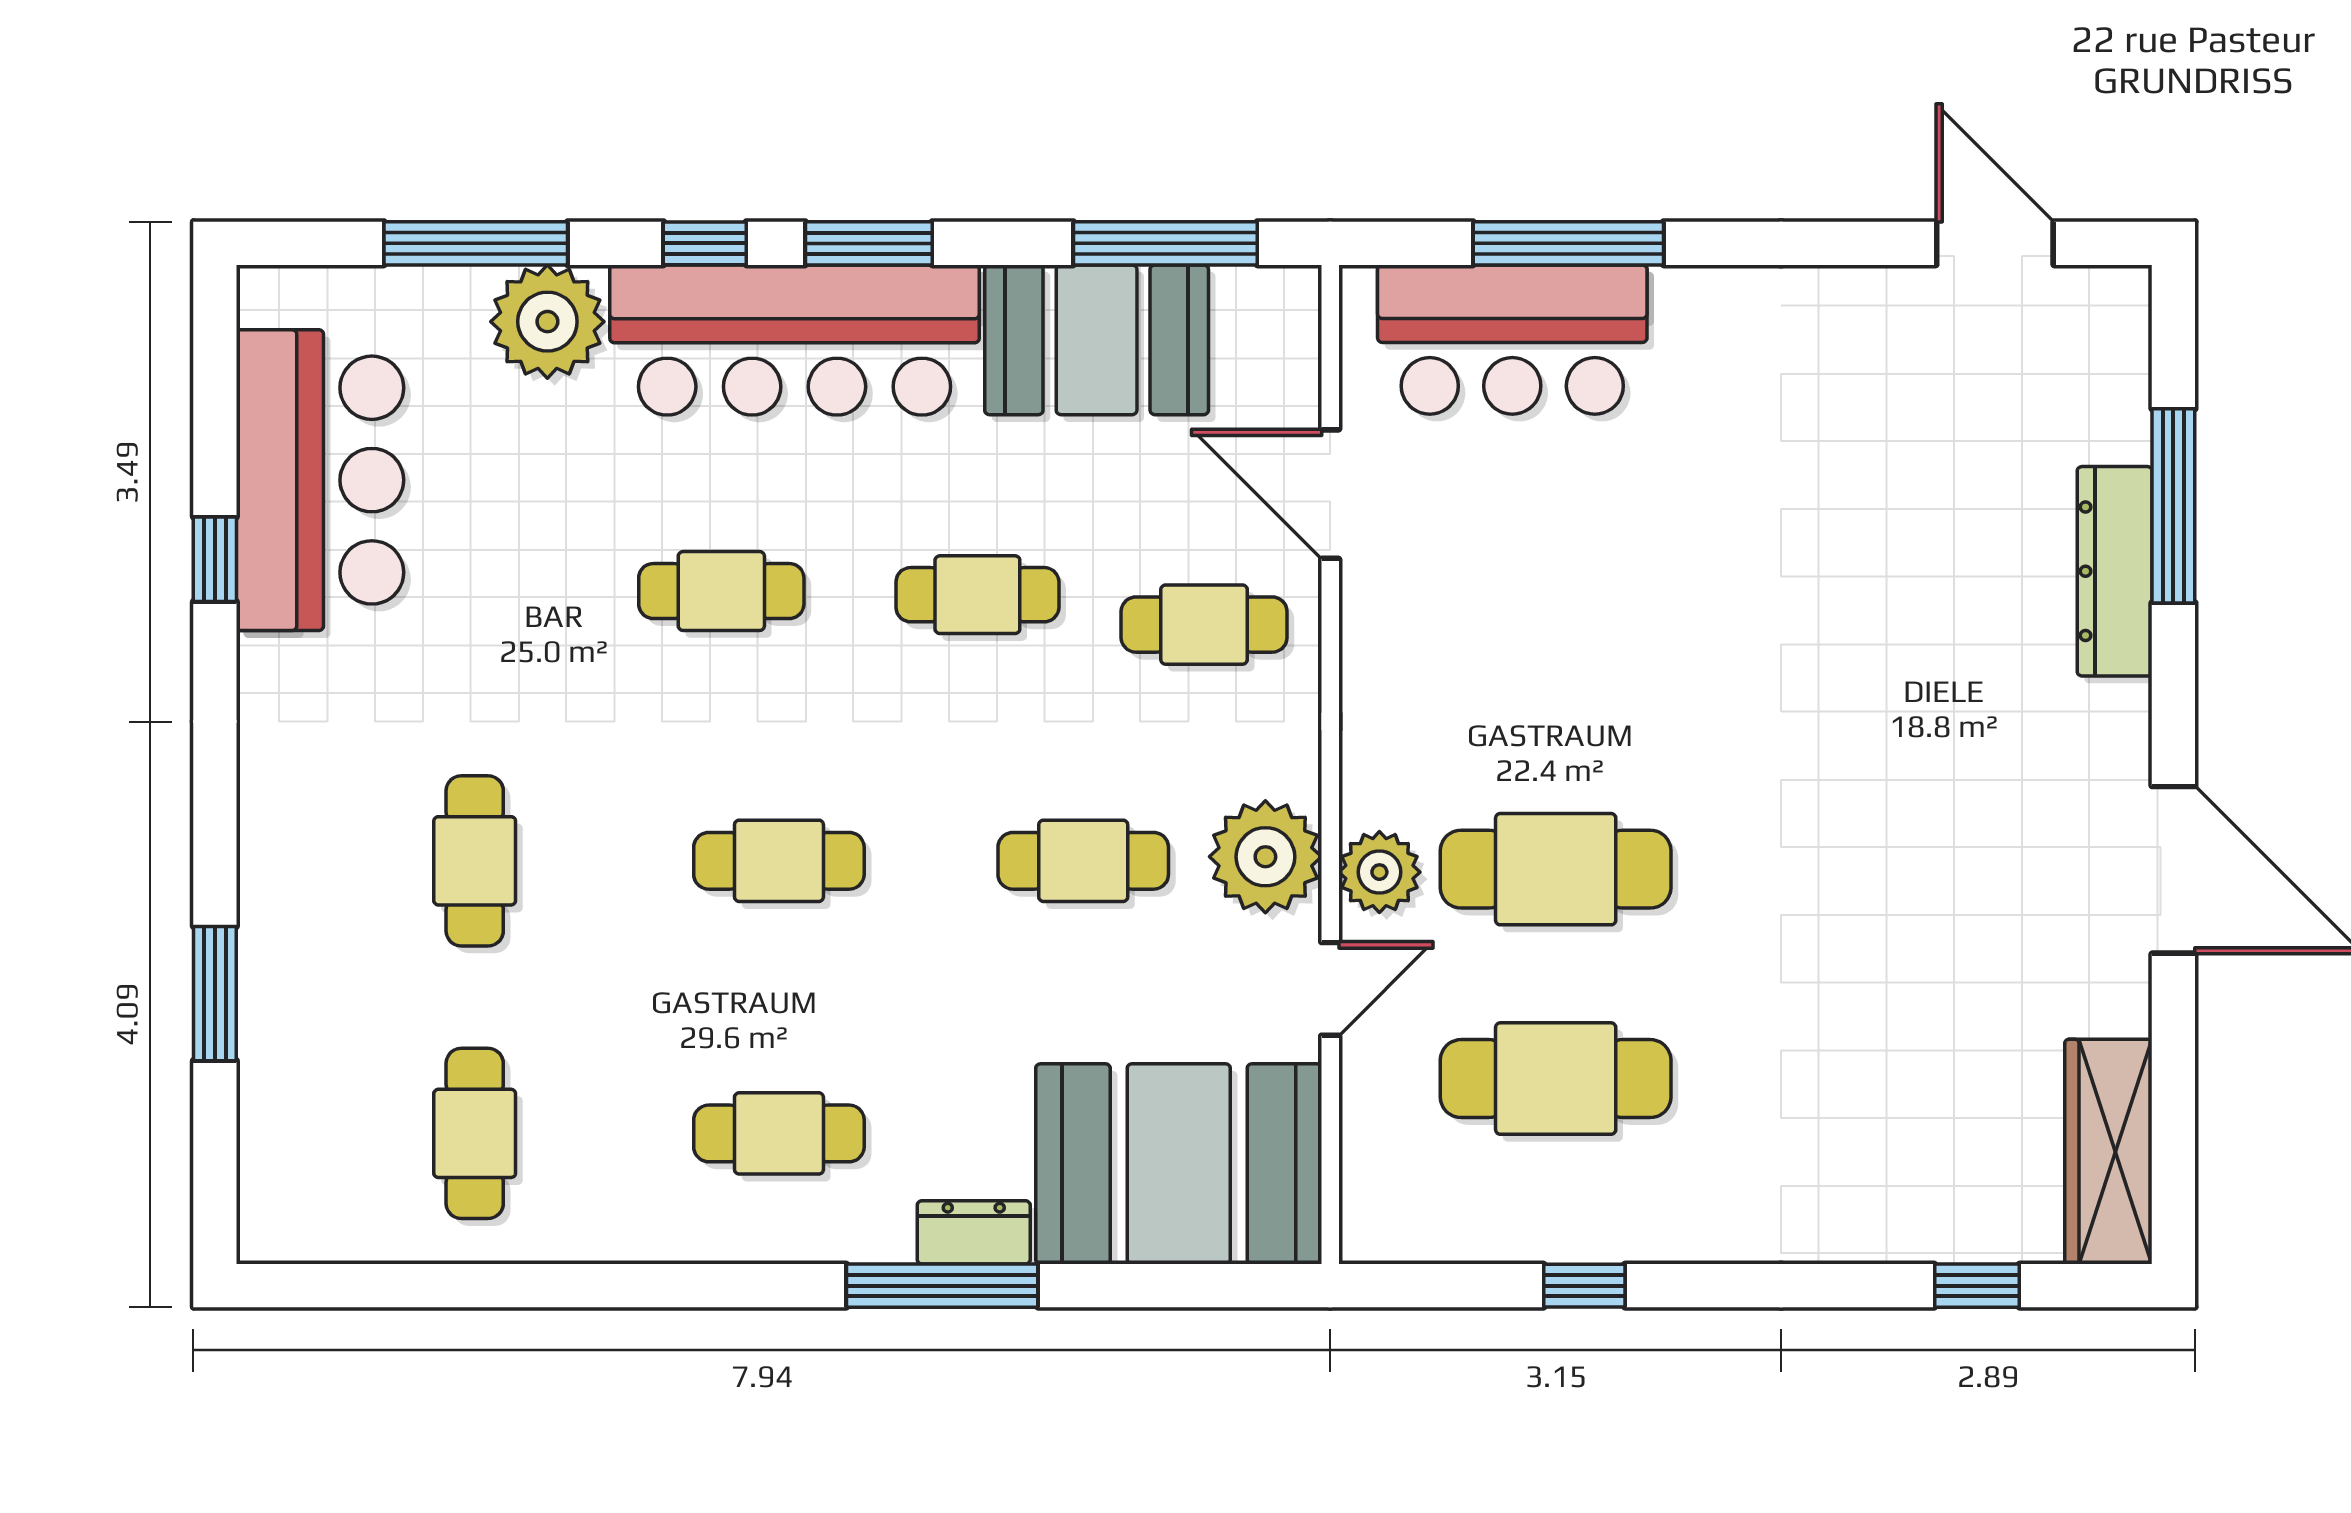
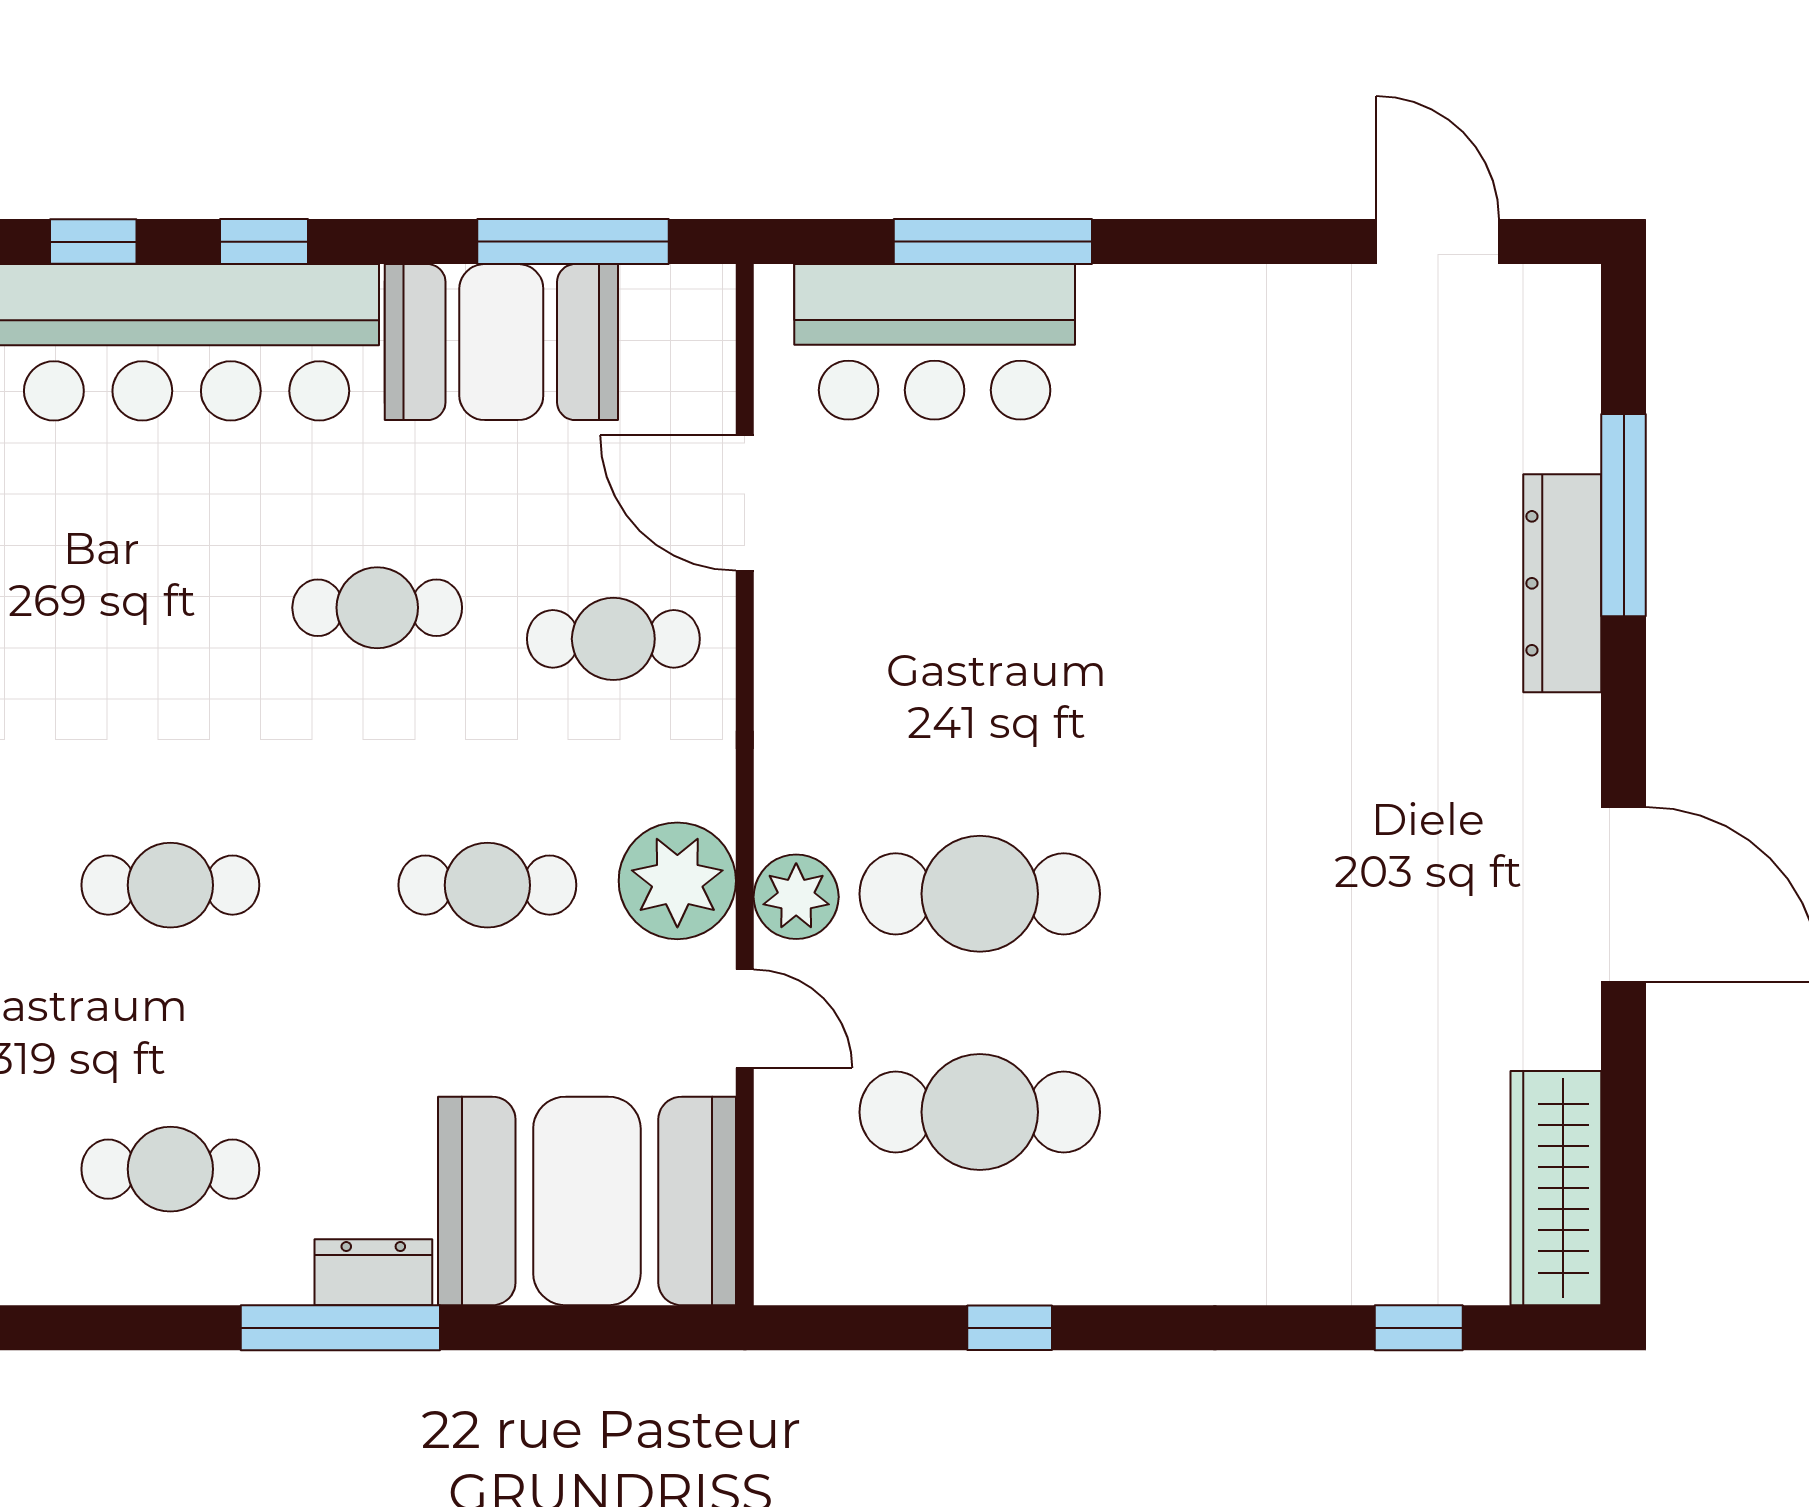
window: (869, 243) -> (264, 242), width x0.67
cafe table: (721, 591) -> (110, 604), removed
door: (1330, 989) -> (745, 1019), hinge flipped

